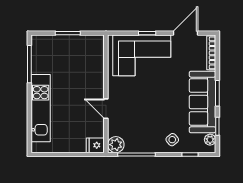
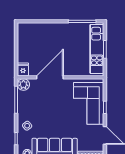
kitchen unit: (41, 108) -> (97, 49), moved, turned 90
door: (106, 109) -> (50, 77), width x1.87

